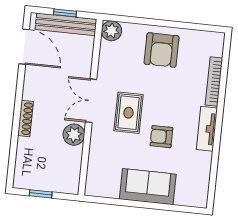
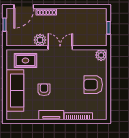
bench: (66, 24) -> (102, 29), removed
door: (24, 47) -> (24, 7), moved
rug: (128, 113) -> (25, 61), moved
sofa: (148, 187) -> (15, 90), width x1.36

